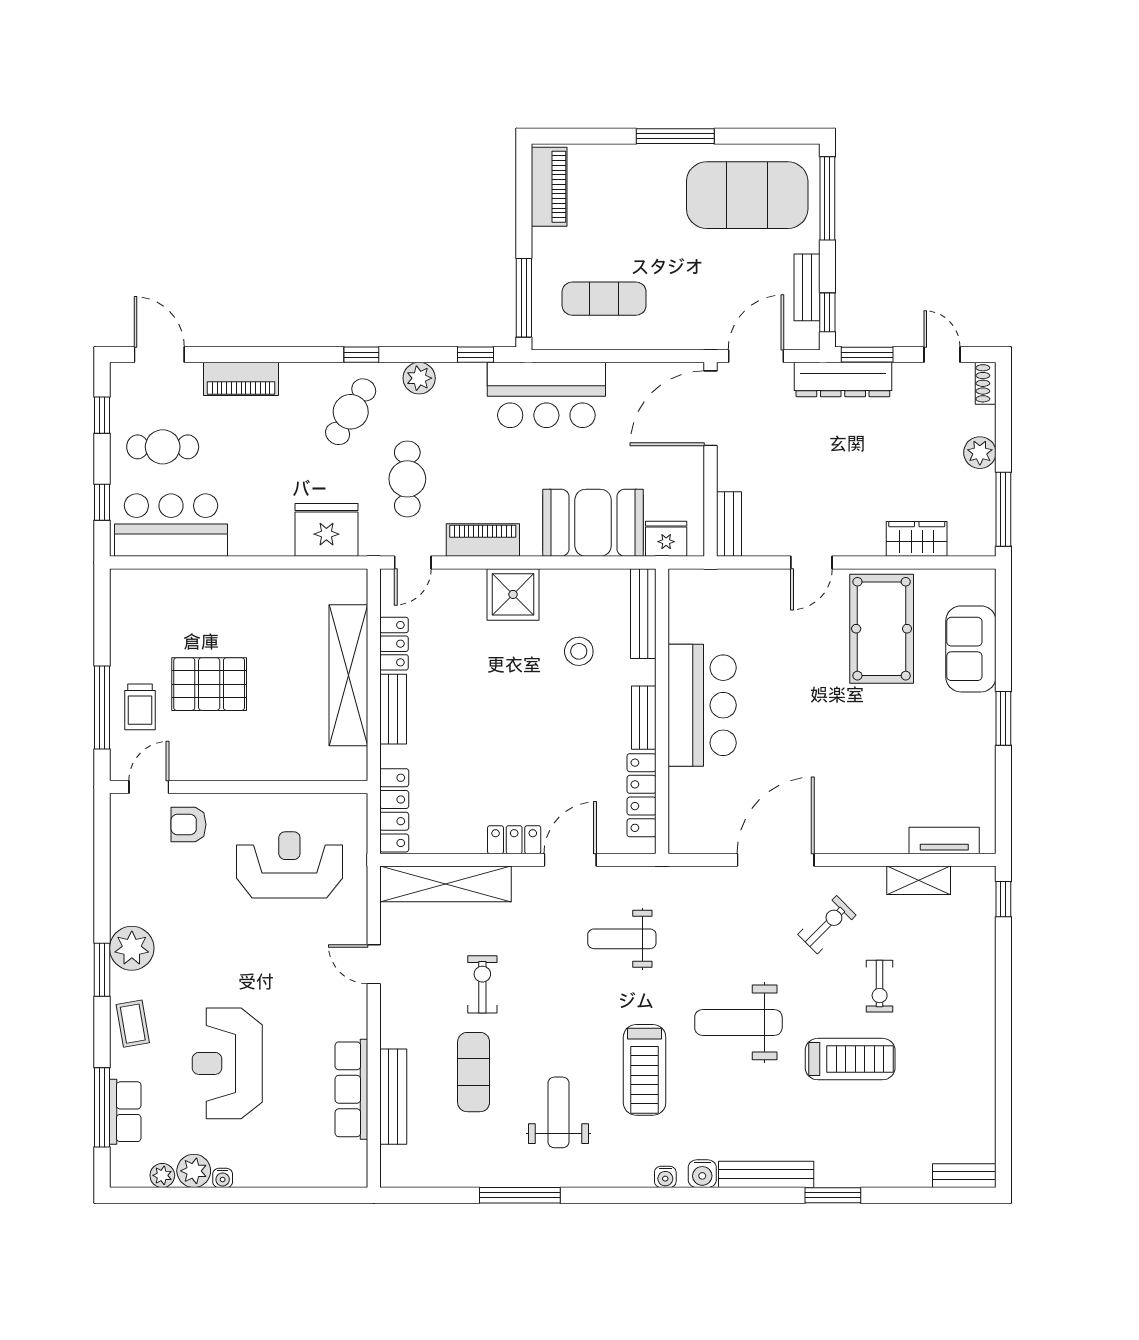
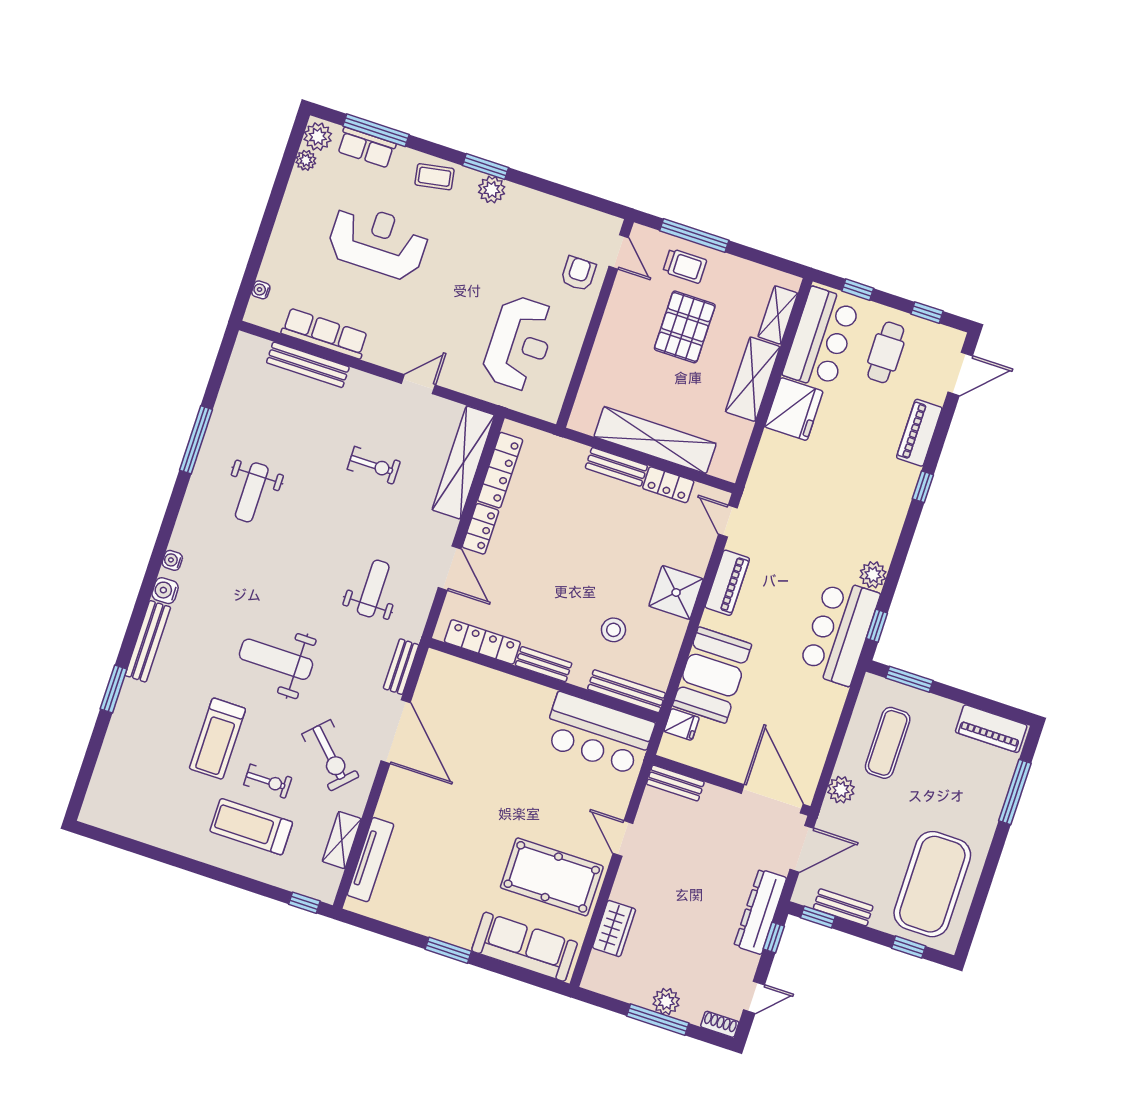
window: (675, 136) -> (1015, 792), moved
window: (827, 198) -> (909, 947), width x0.46
window: (524, 298) -> (909, 679), width x0.69
plant: (674, 334) -> (841, 790), added
window: (361, 355) -> (923, 487), moved
window: (867, 355) -> (774, 938), width x0.67
door: (756, 356) -> (802, 849), hinge flipped
bar counter: (546, 395) -> (839, 632), moved
cafe table: (351, 412) -> (864, 511), removed
cafe table: (407, 479) -> (796, 539), removed
window: (1003, 509) -> (658, 1020), moved
fridge: (326, 530) -> (794, 409), moved
fridge: (666, 539) -> (682, 724), width x0.72
shelving: (161, 583) -> (778, 315), added
shelving: (243, 588) -> (753, 379), added
sofa: (971, 649) -> (525, 947), width x1.36
bar counter: (702, 705) -> (598, 734), moved
trolley: (140, 707) -> (685, 266), turned 180
locker: (394, 810) -> (500, 470), moved, turned -90
tv unit: (944, 840) -> (370, 860), width x1.41
exercise bike: (827, 925) -> (330, 755), width x1.38, depth x1.39
plant: (132, 948) -> (492, 190), width x0.73, depth x0.73
exercise bike: (880, 986) -> (268, 781), turned 180
weight bench: (738, 1022) -> (276, 659), turned -90
treadmill: (645, 1070) -> (251, 827), moved
exercise mat: (474, 1072) -> (306, 435), removed
weight bench: (559, 1112) -> (252, 492), turned 90
plant: (194, 1171) -> (318, 137), moved
bench: (964, 1176) -> (401, 667), moved
water cooler: (223, 1178) -> (261, 290), moved

